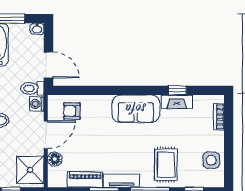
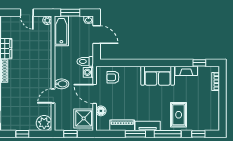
door: (49, 65) -> (97, 35), moved
window: (177, 90) -> (199, 63), moved
door: (46, 135) -> (95, 94), swing flipped
side table: (211, 160) -> (210, 112), removed

